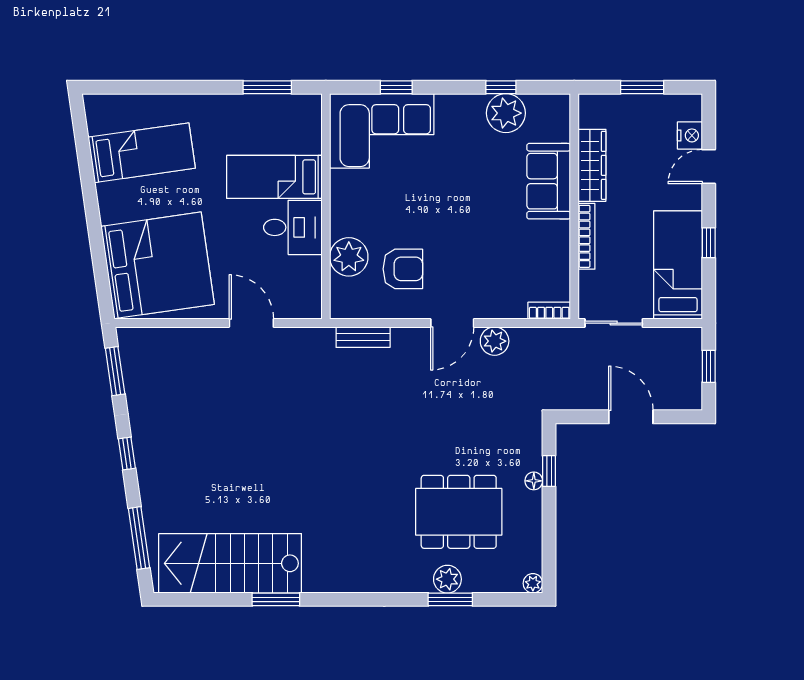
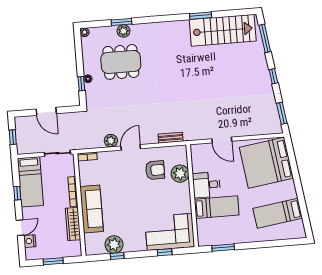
sofa: (549, 181) -> (92, 209), width x1.36
armchair: (403, 269) -> (155, 170), turned 180

